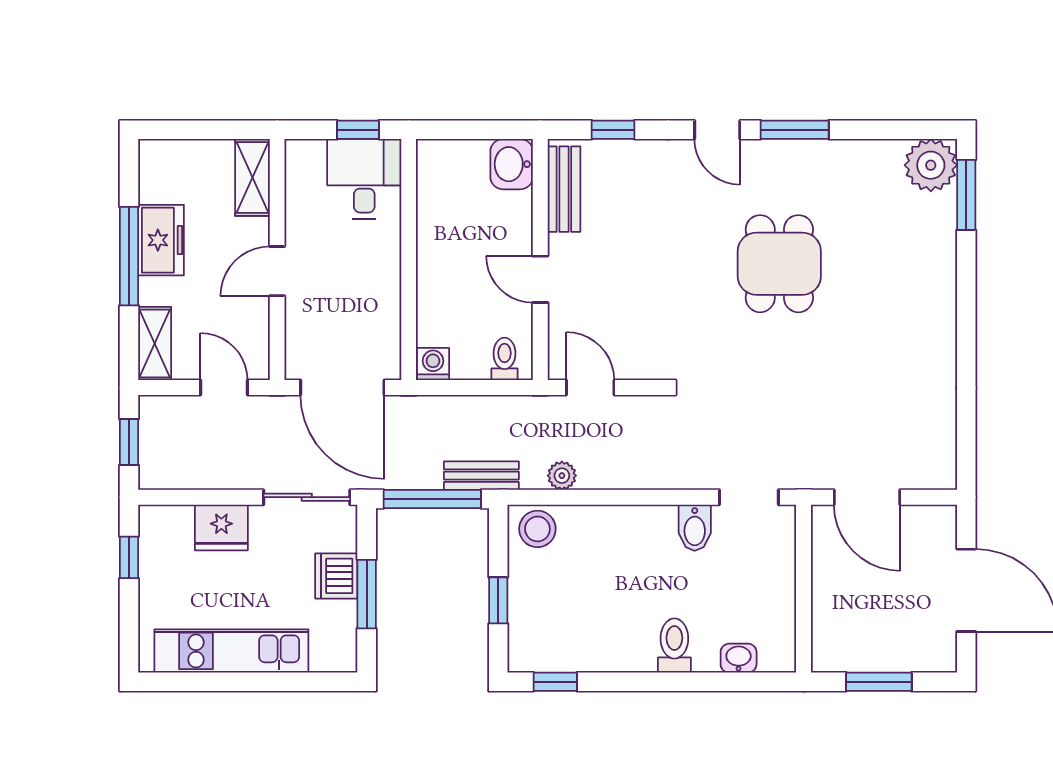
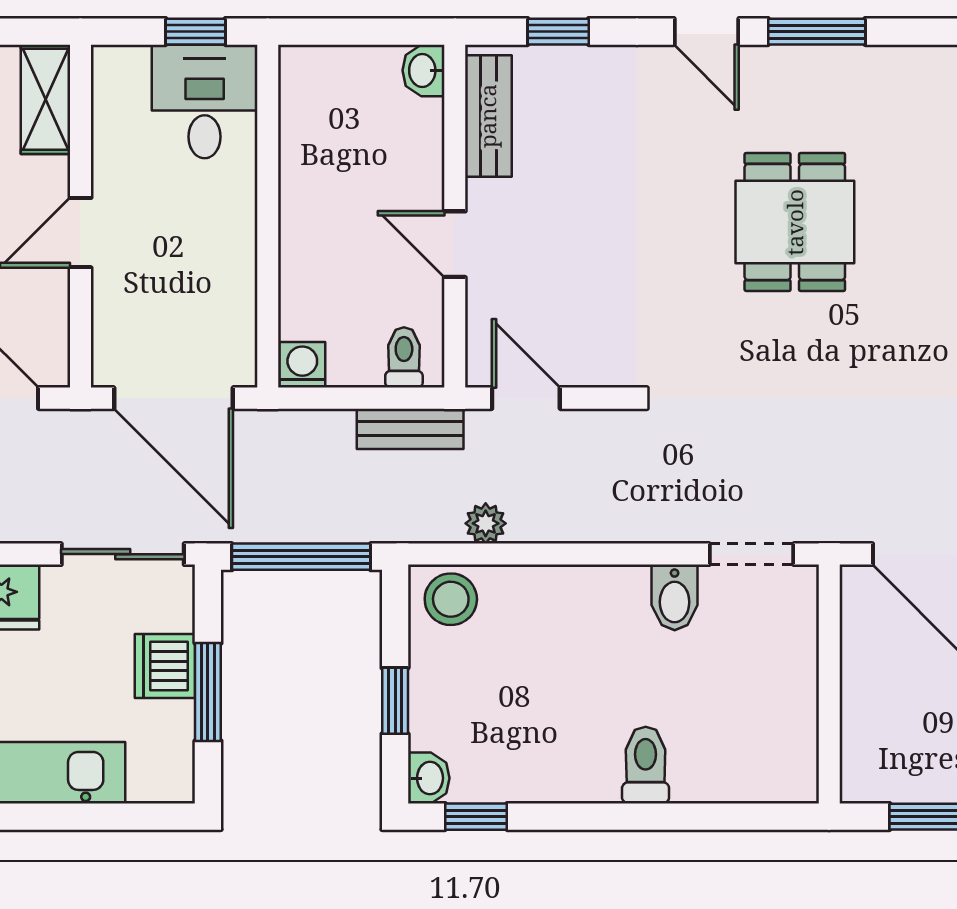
washbasin: (512, 164) -> (424, 70), width x0.72, depth x0.69
bench: (481, 476) -> (410, 429), moved
washbasin: (739, 658) -> (429, 778), moved, turned 90

